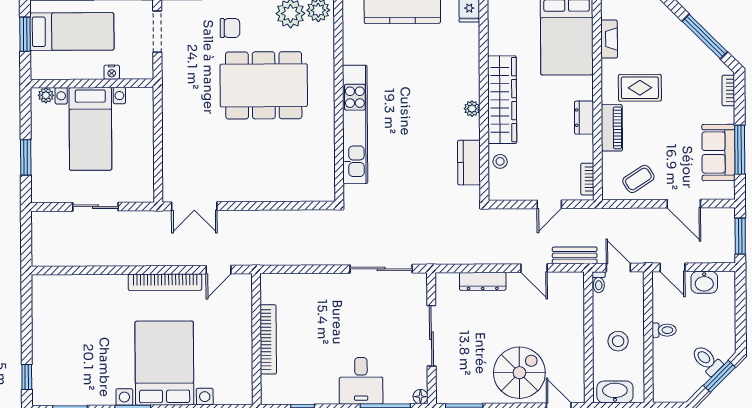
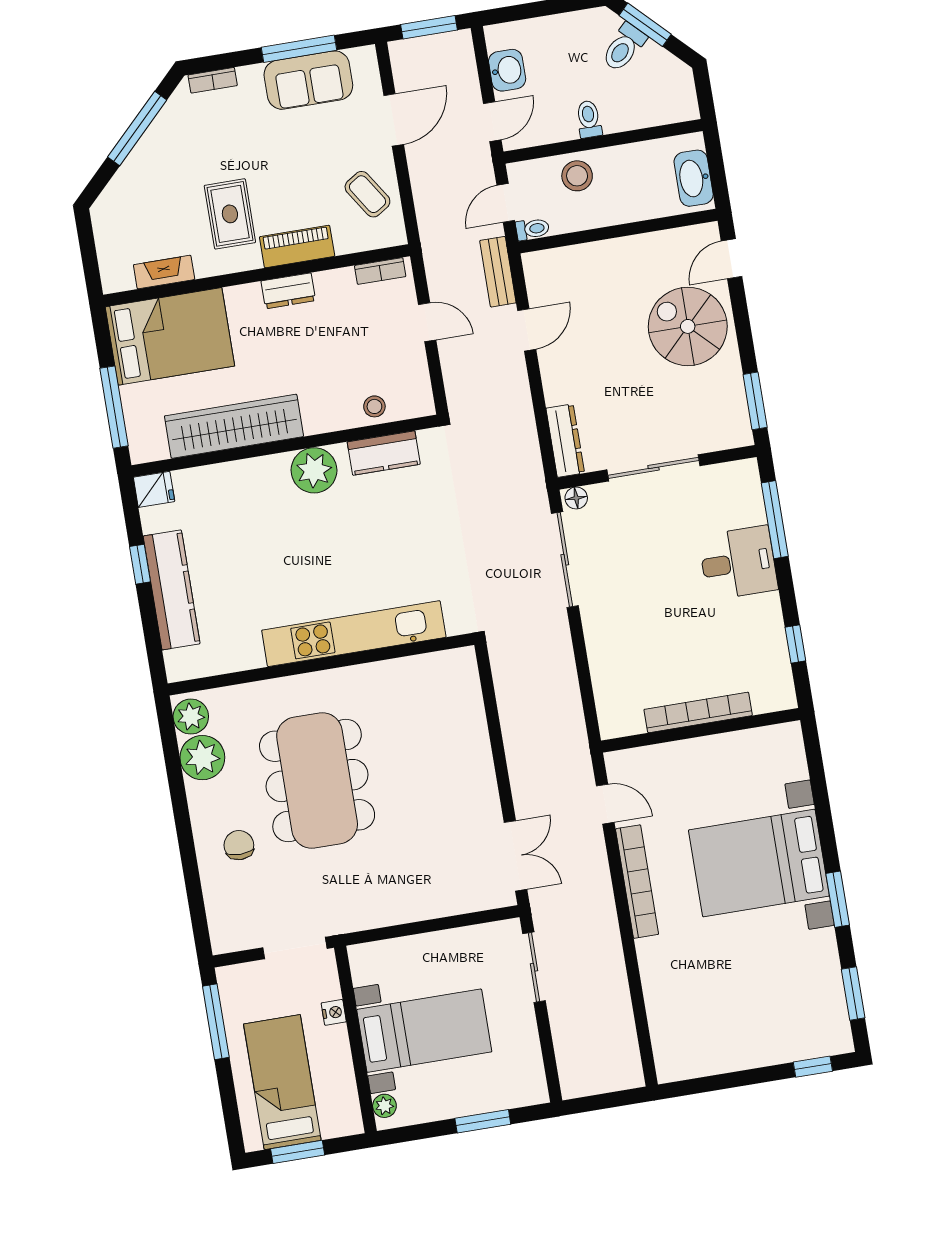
doorway: (157, 32) -> (295, 948), moved
wardrobe: (502, 100) -> (234, 426), moved
plant: (472, 109) -> (314, 470), width x1.88, depth x1.88
sliding door: (95, 207) -> (534, 967), moved
dresser: (483, 281) -> (565, 441), moved
stool: (618, 341) -> (577, 176), moved
floor lamp: (420, 397) -> (576, 498), moved

